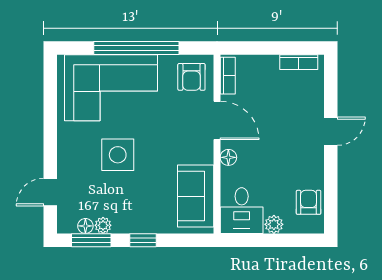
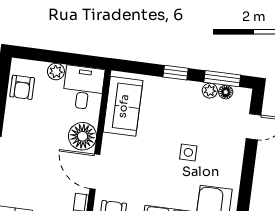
side table: (118, 155) -> (188, 152), width x0.54, depth x0.54
floor lamp: (228, 157) -> (83, 136), width x1.89, depth x1.89

